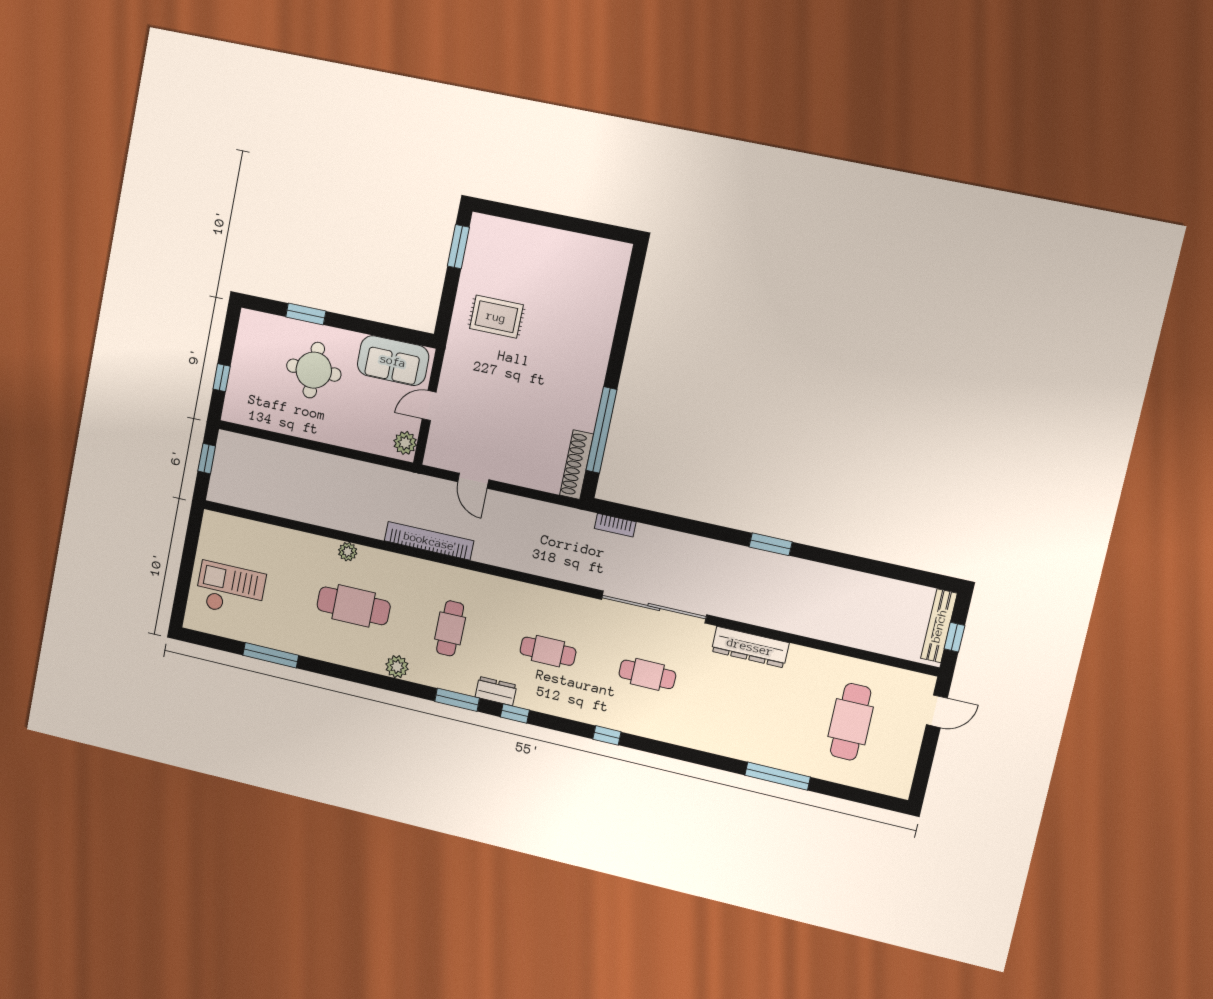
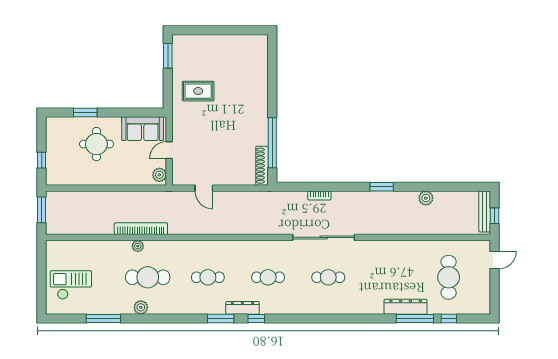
window: (207, 459) -> (42, 210), width x1.50
bookcase: (615, 525) -> (319, 195), moved
bookcase: (429, 541) -> (141, 229), moved
plant: (842, 580) -> (426, 198), added
cafe table: (450, 628) -> (208, 277), turned 90
dresser: (750, 647) -> (406, 307), moved, turned 180
plant: (397, 667) -> (141, 307), moved
dresser: (496, 691) -> (242, 308), width x1.44
window: (607, 735) -> (449, 318), moved

